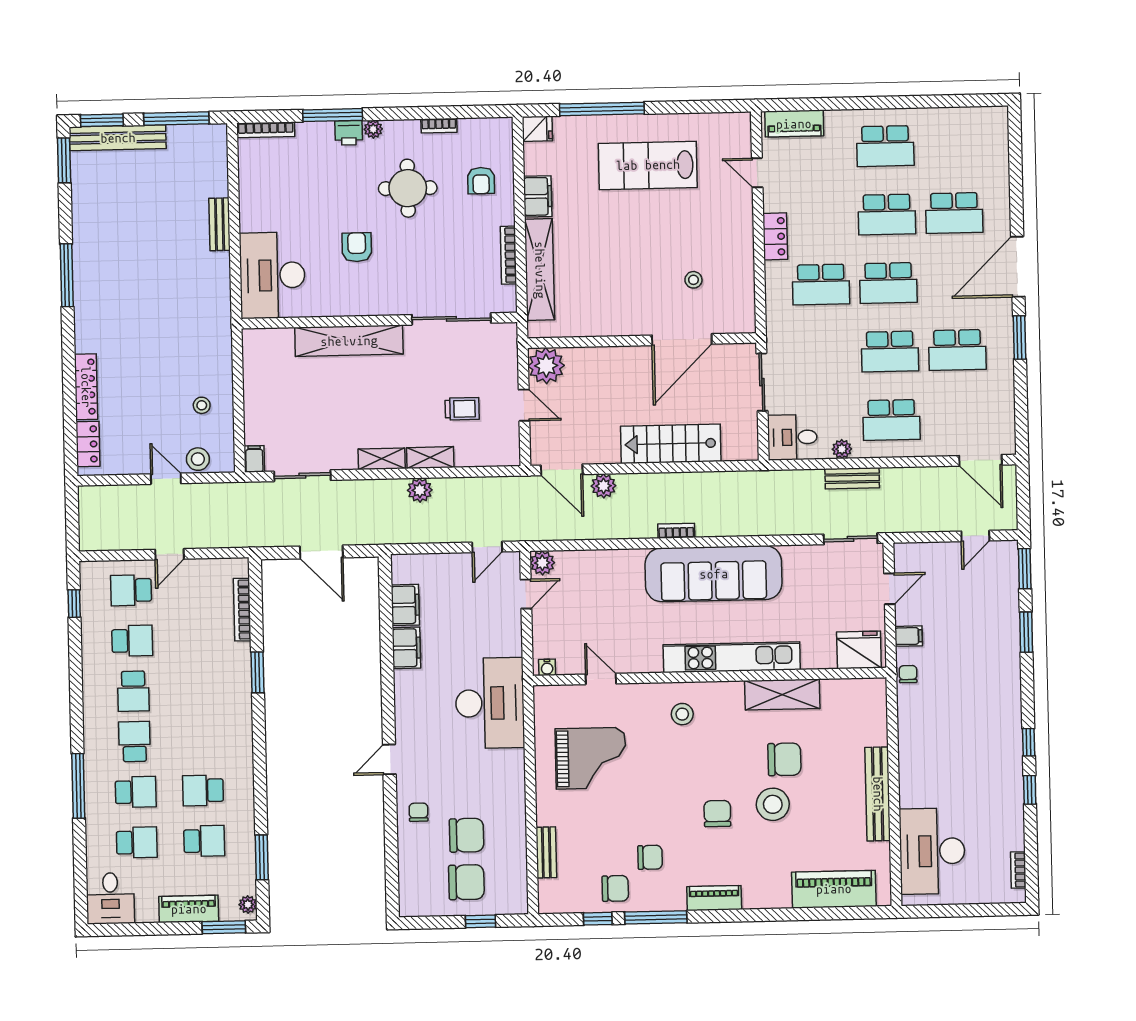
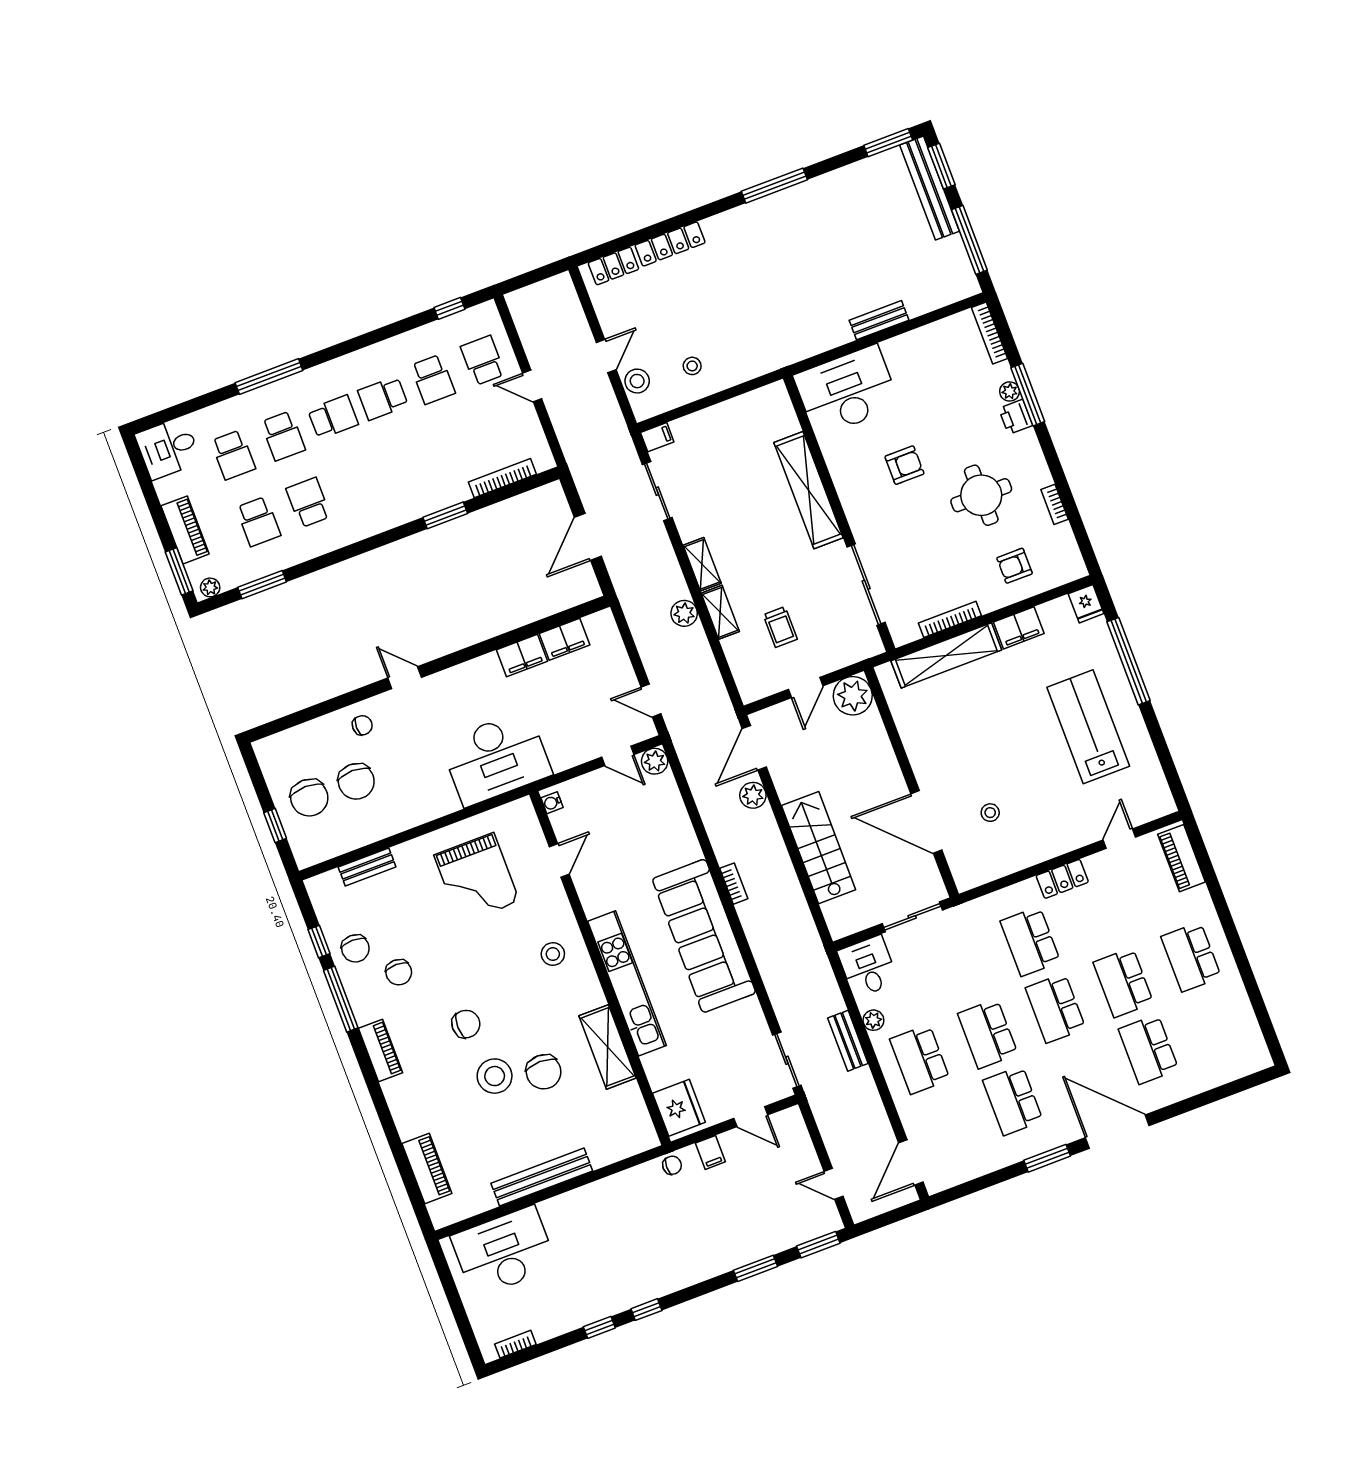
plant: (373, 129) -> (1010, 391), moved
piano: (834, 889) -> (427, 1169), width x0.73, depth x0.75

